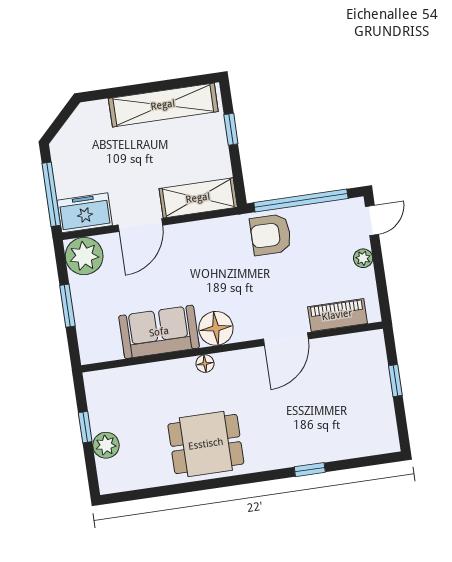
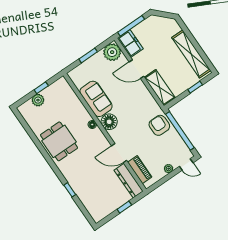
dresser: (348, 347) -> (129, 181), added

